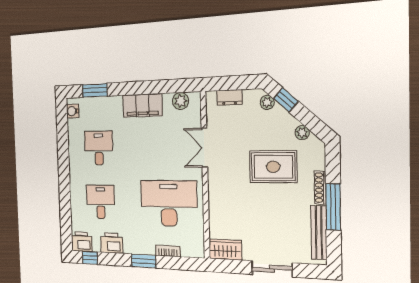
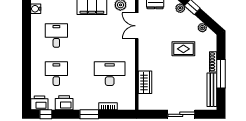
double door: (204, 148) -> (137, 26), moved
rug: (273, 167) -> (183, 49), width x0.73, depth x0.70
desk: (169, 203) -> (110, 74), width x0.73, depth x0.77
wardrobe: (225, 250) -> (145, 82), moved, turned 90

